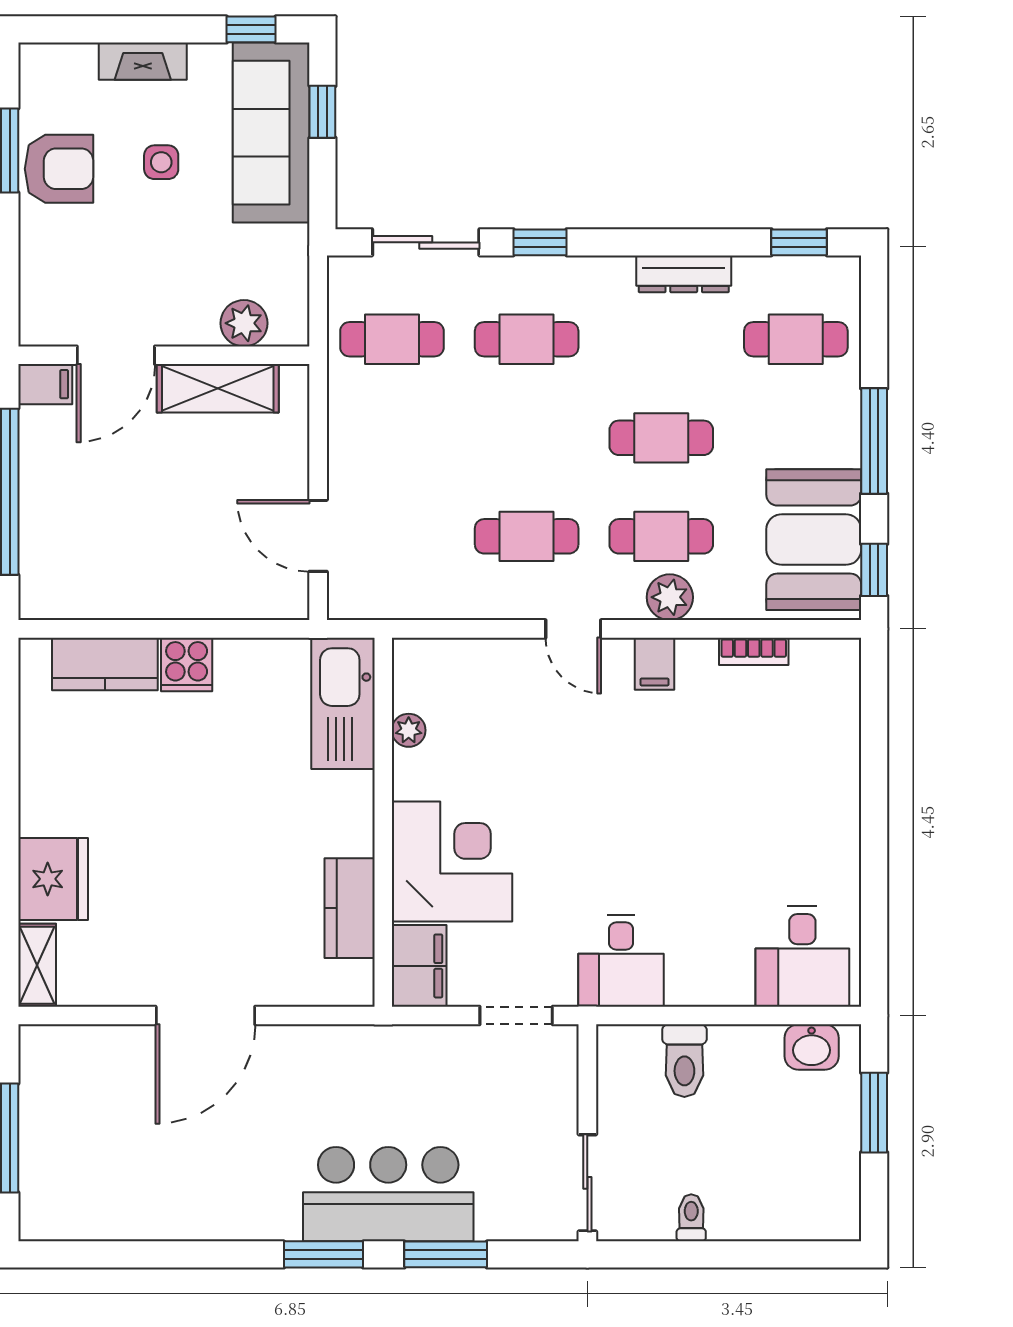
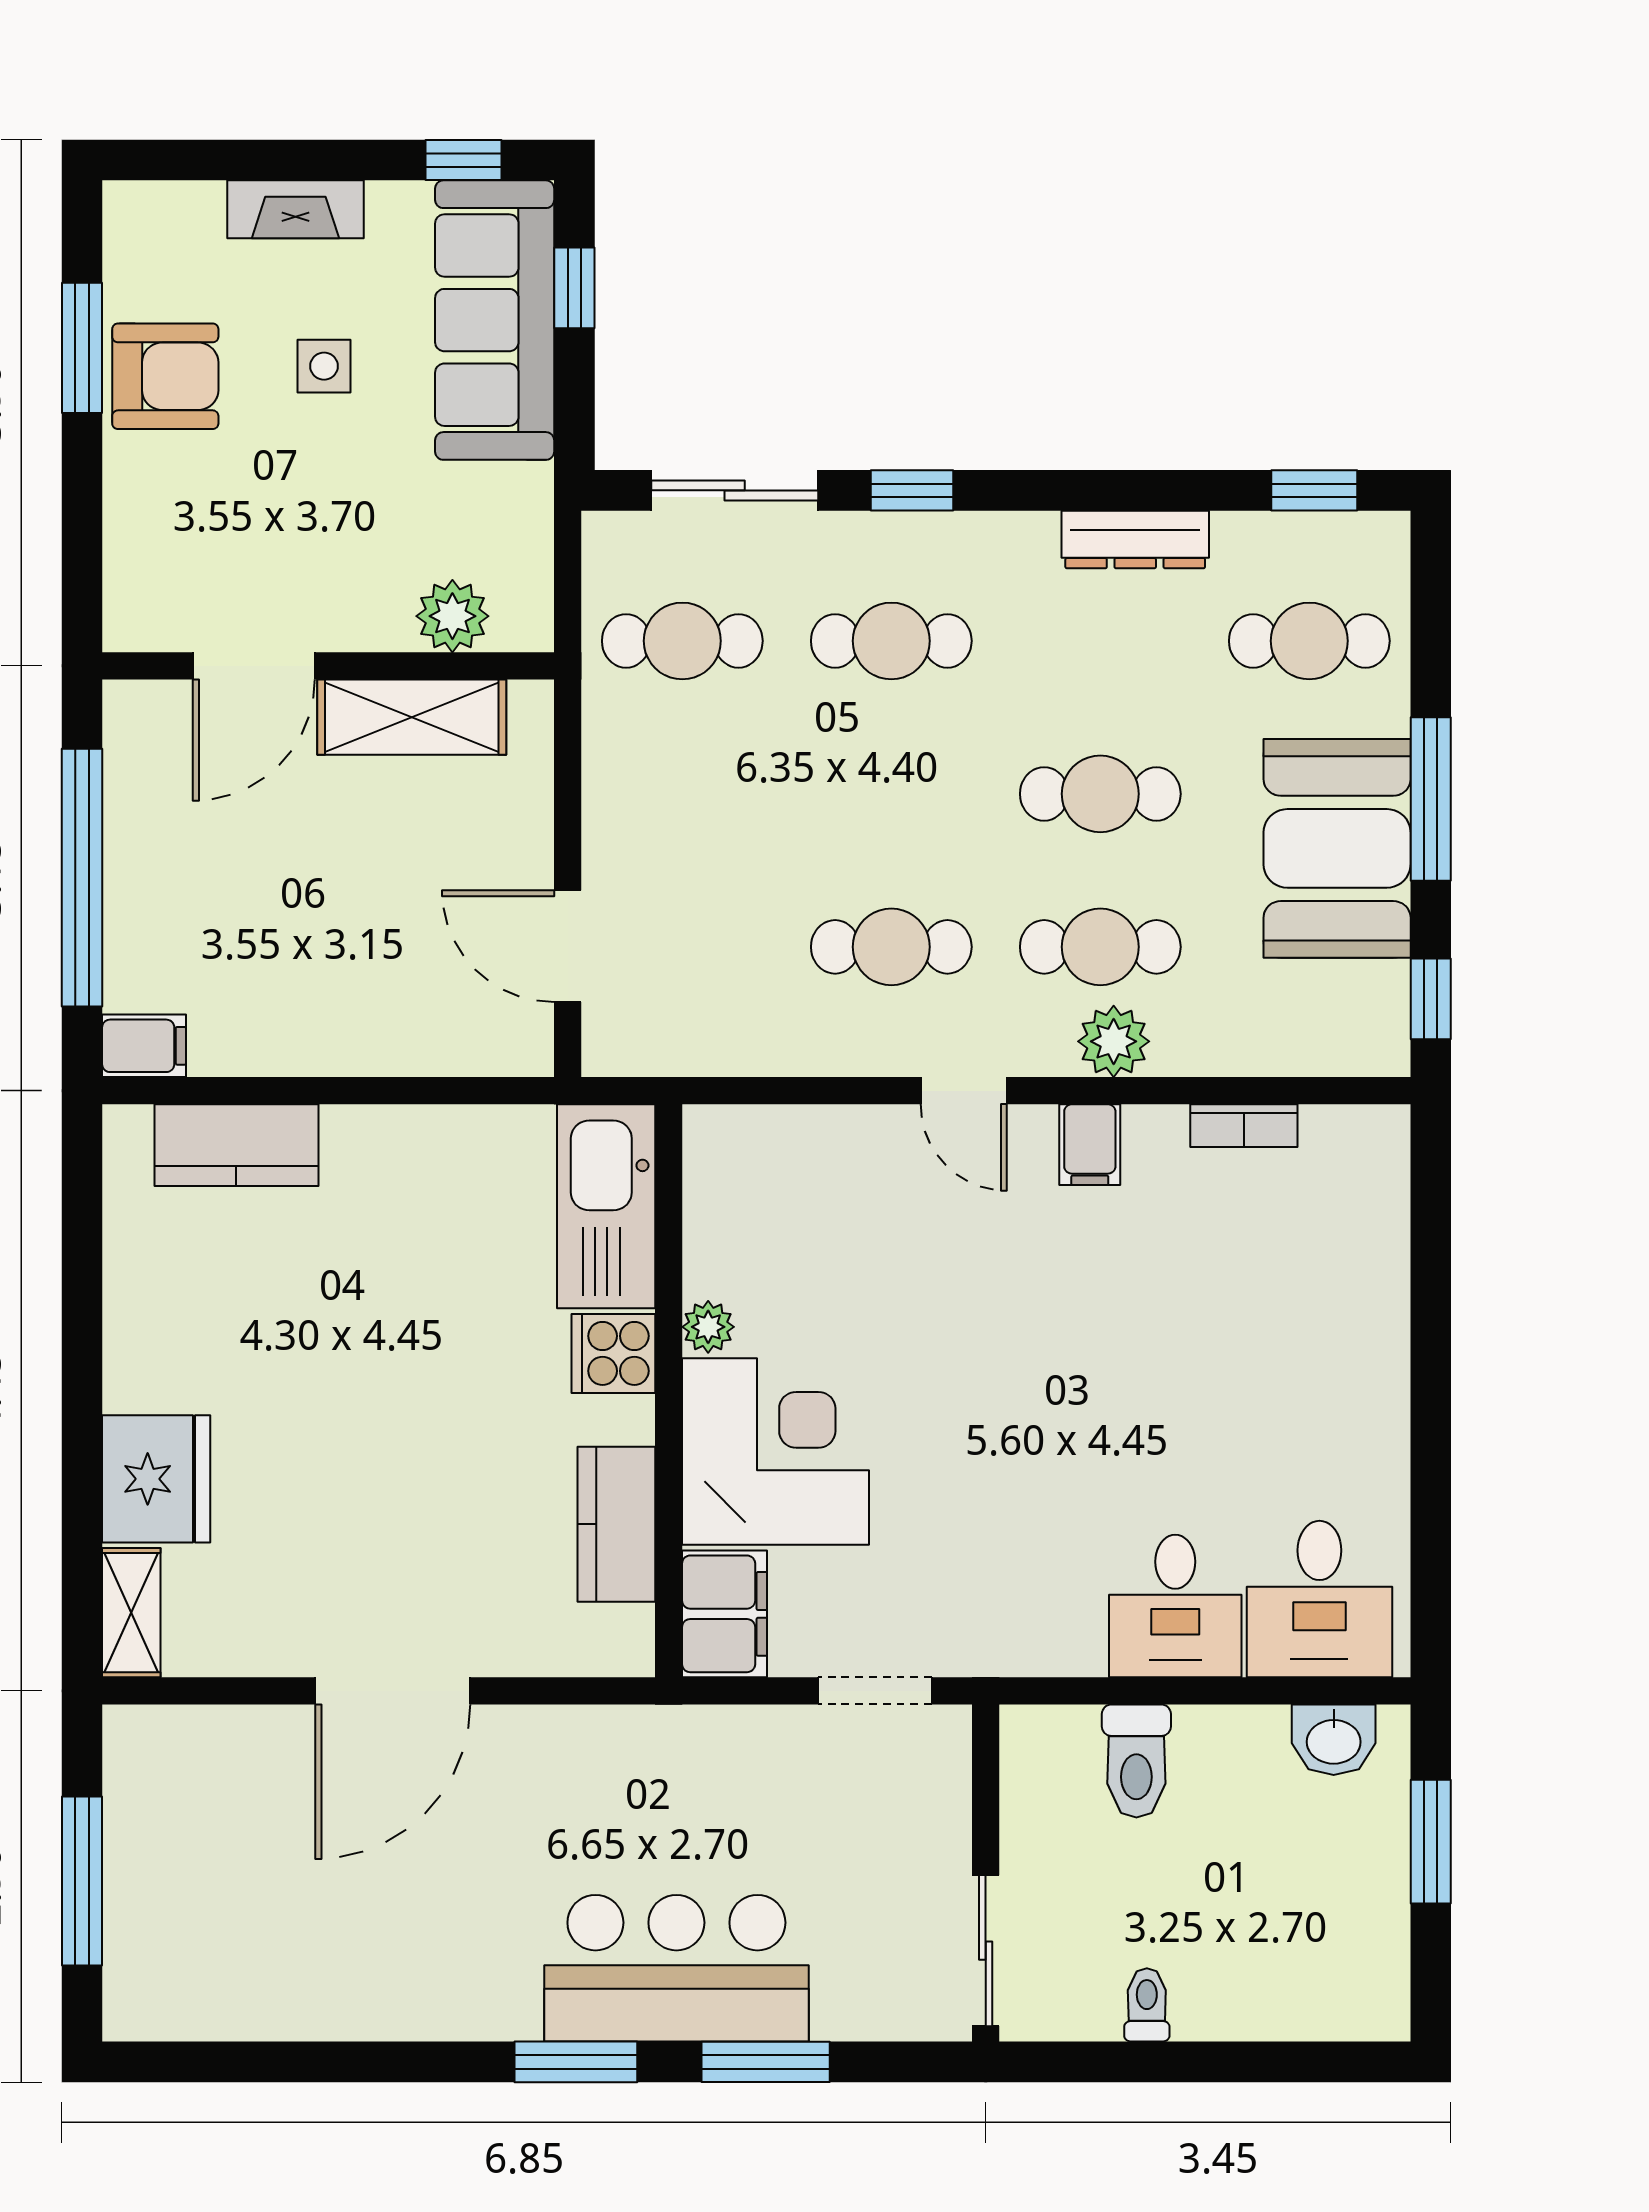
filing cabinet: (45, 384) -> (144, 1046), moved
booth: (814, 540) -> (1337, 848), moved
cooker: (187, 665) -> (613, 1353), moved, turned 90
plant: (409, 730) -> (708, 1327), moved
desk: (621, 961) -> (1175, 1606), moved

